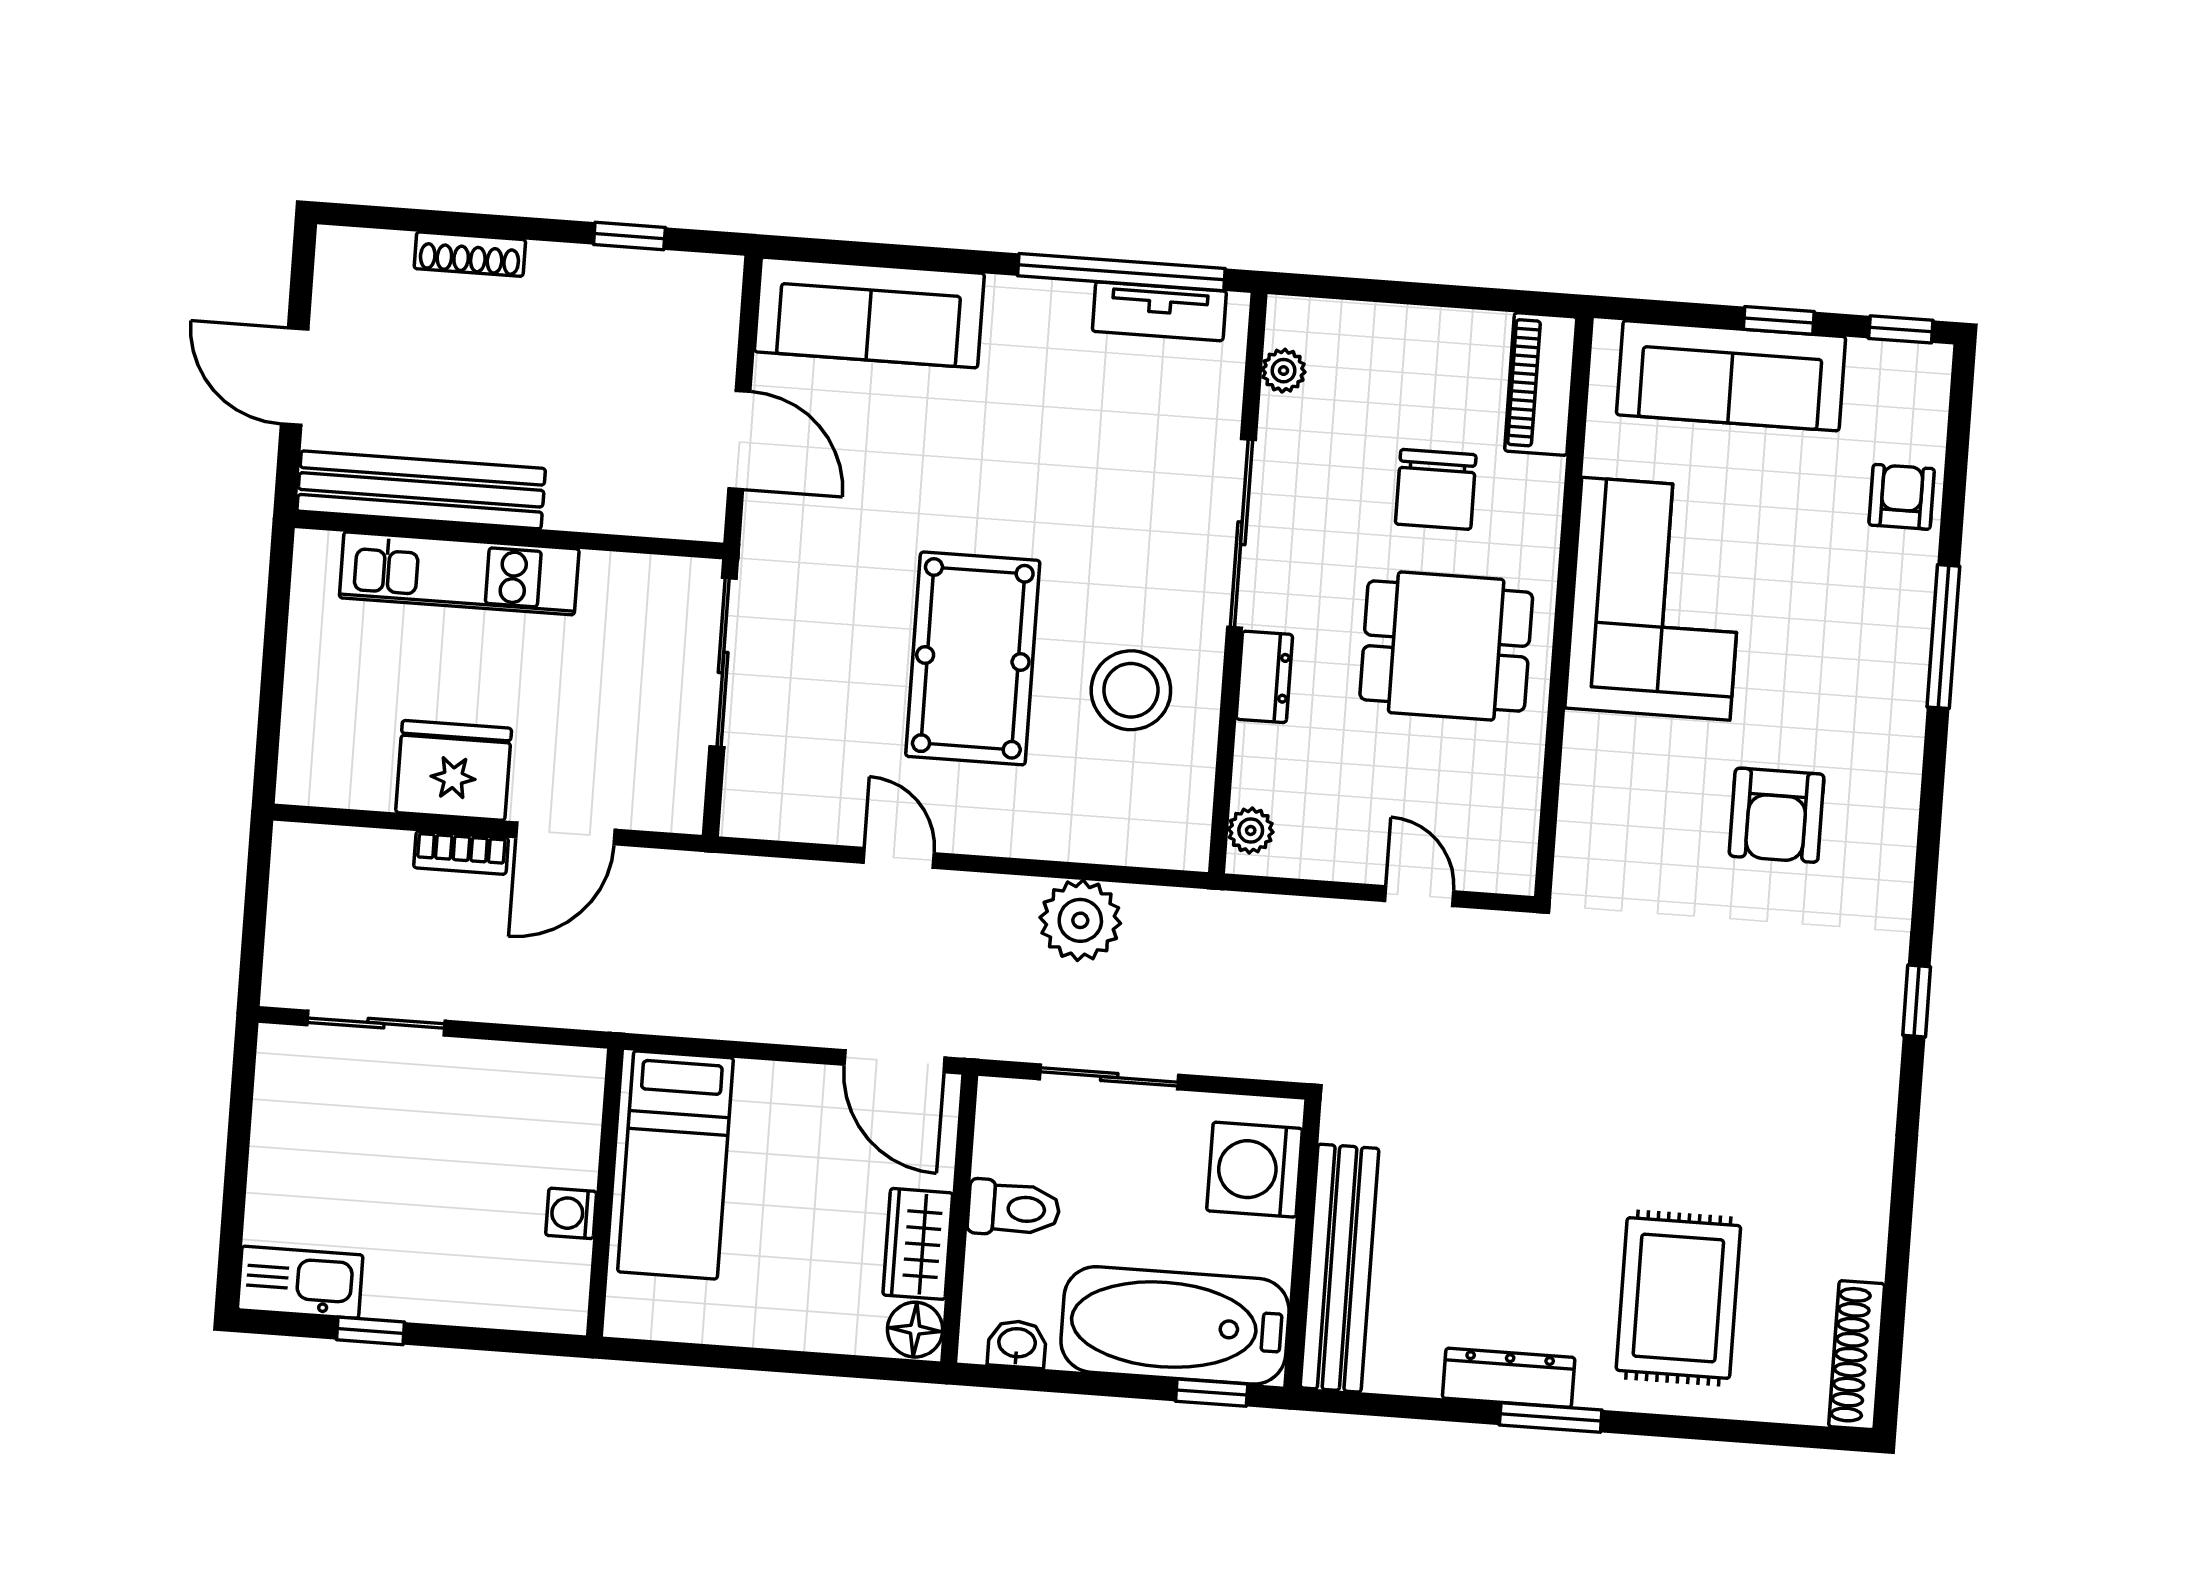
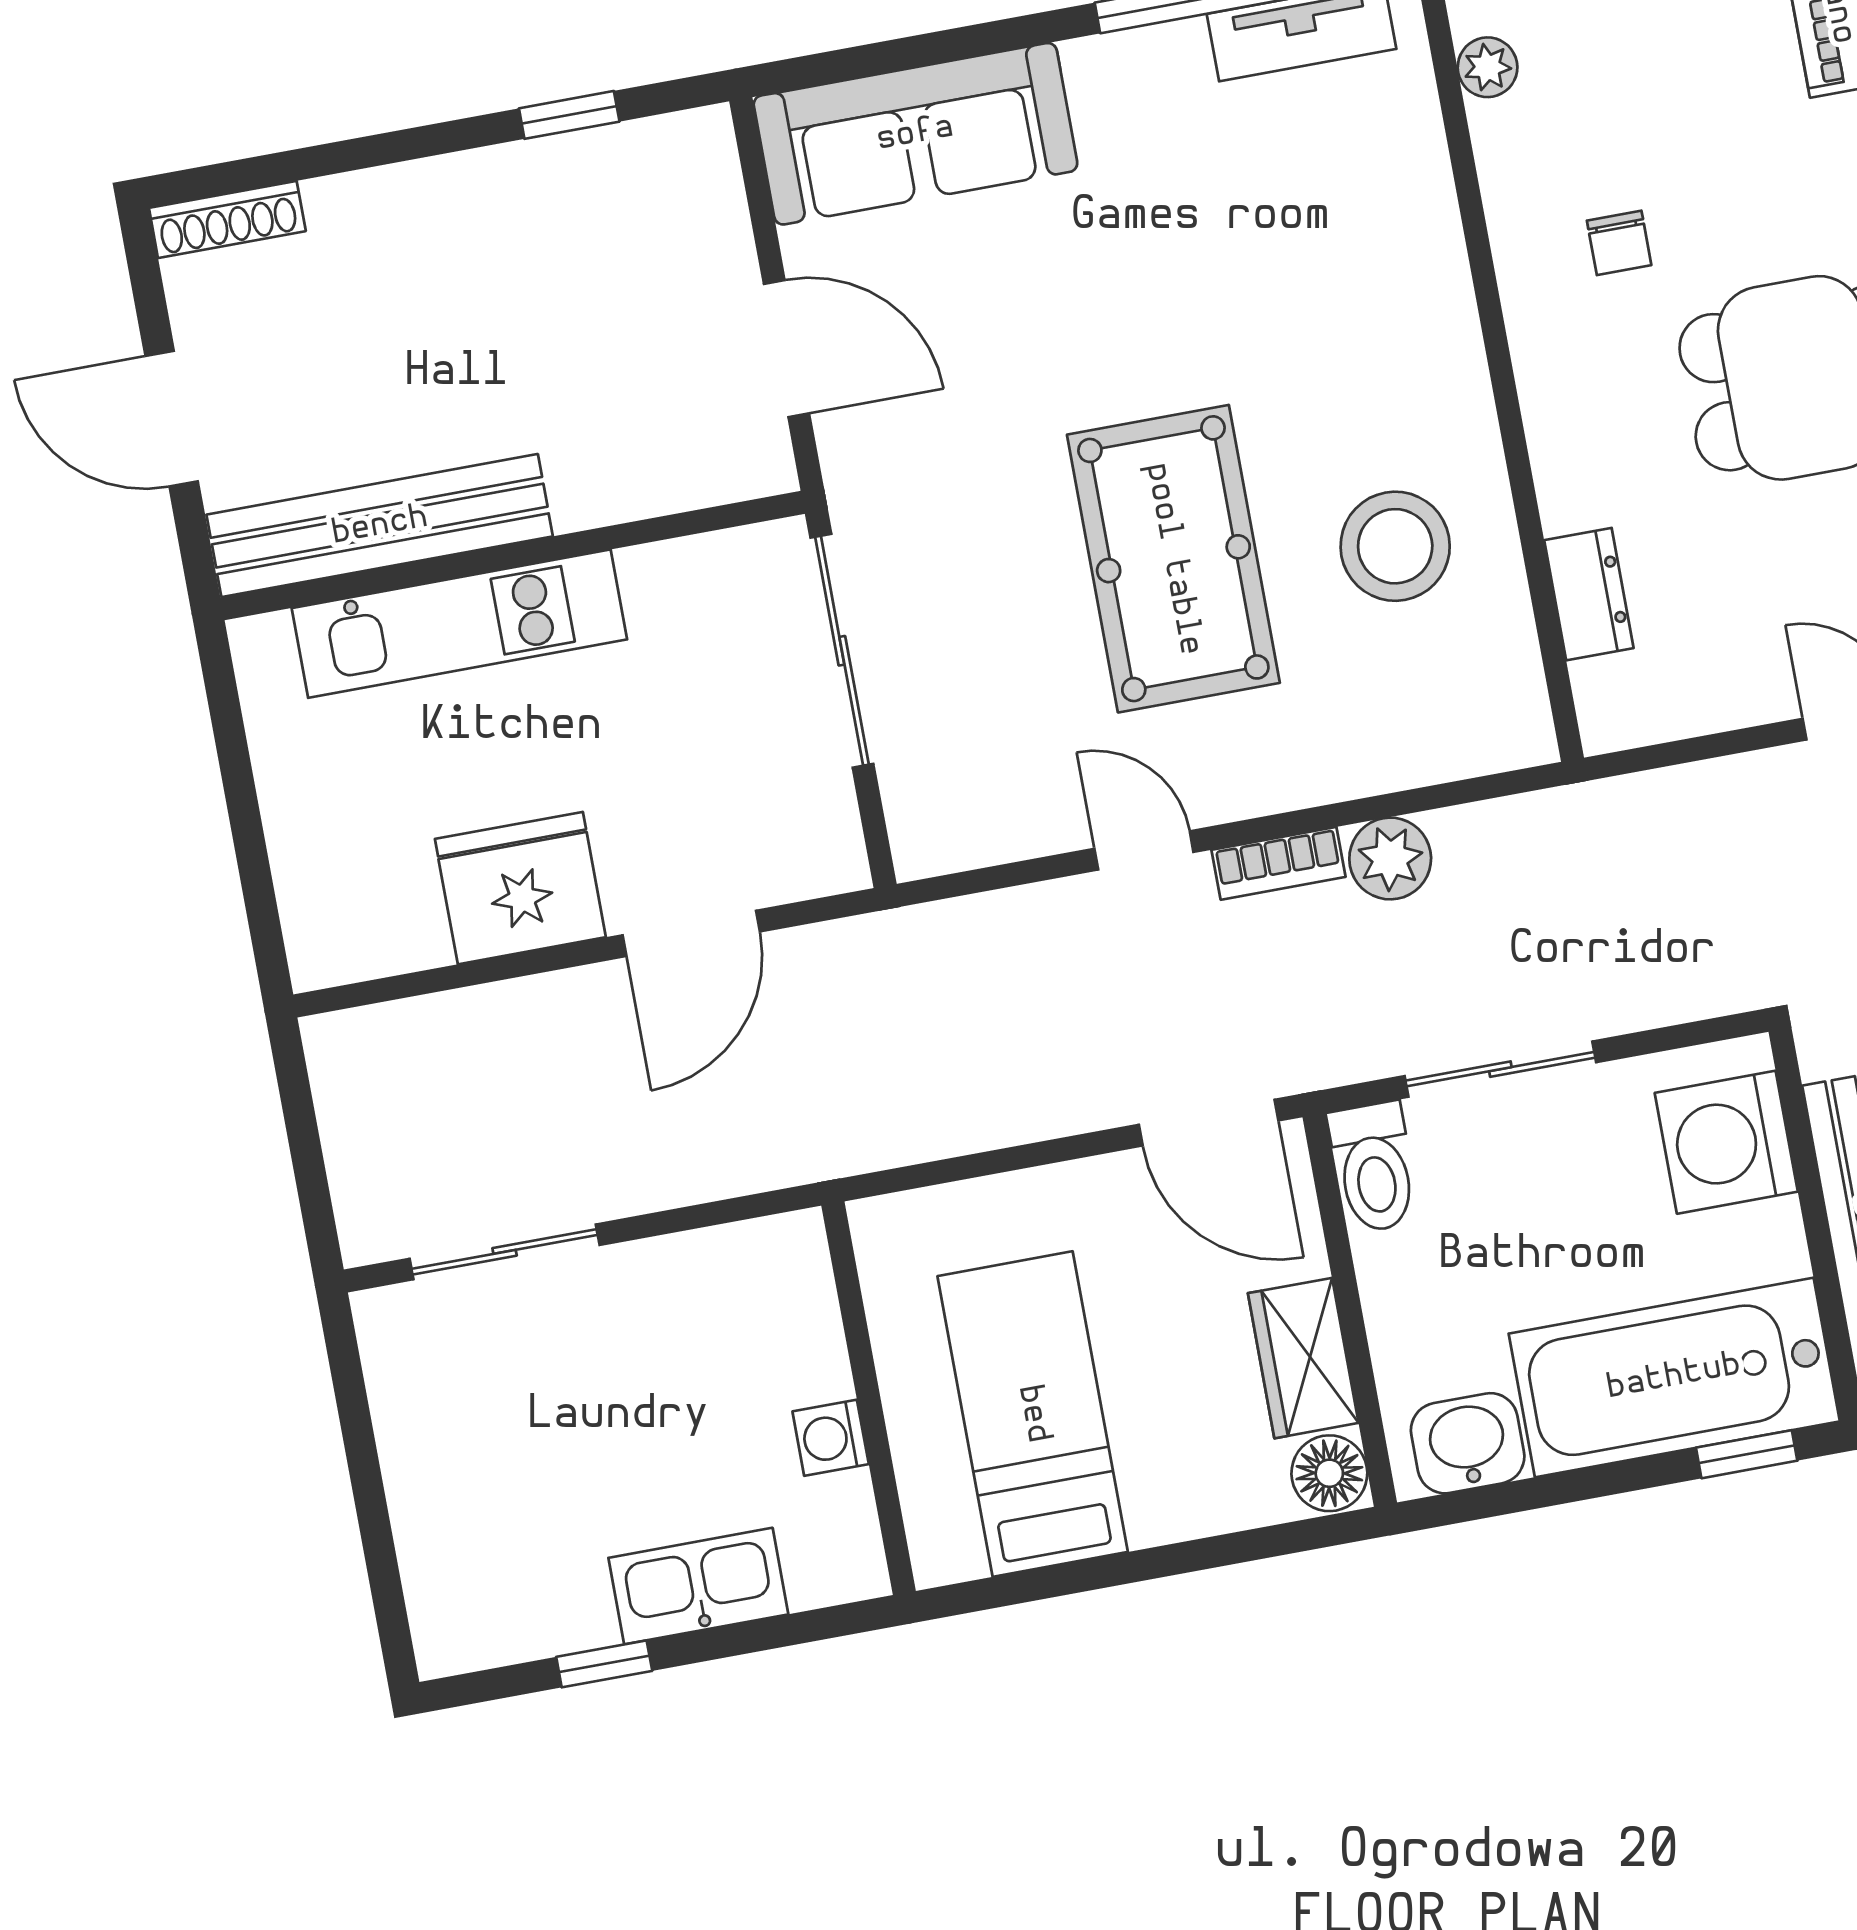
shoe rack: (470, 254) -> (227, 219), moved
chair: (1436, 489) -> (1619, 243), moved, width x0.54, depth x0.54
sliding door: (1241, 533) -> (1488, 299), removed
dresser: (1264, 677) -> (1589, 594), moved
plant: (1251, 830) -> (1603, 692), removed
bookcase: (461, 853) -> (1279, 863), moved
plant: (1080, 920) -> (1390, 859), width x0.73, depth x0.73
bed: (675, 1165) -> (1033, 1414), moved, turned 180
toilet: (1014, 1208) -> (1374, 1167), moved, turned 90
kitchen sink: (300, 1282) -> (698, 1586), moved
washbasin: (1017, 1344) -> (1468, 1443), width x1.38, depth x1.45

